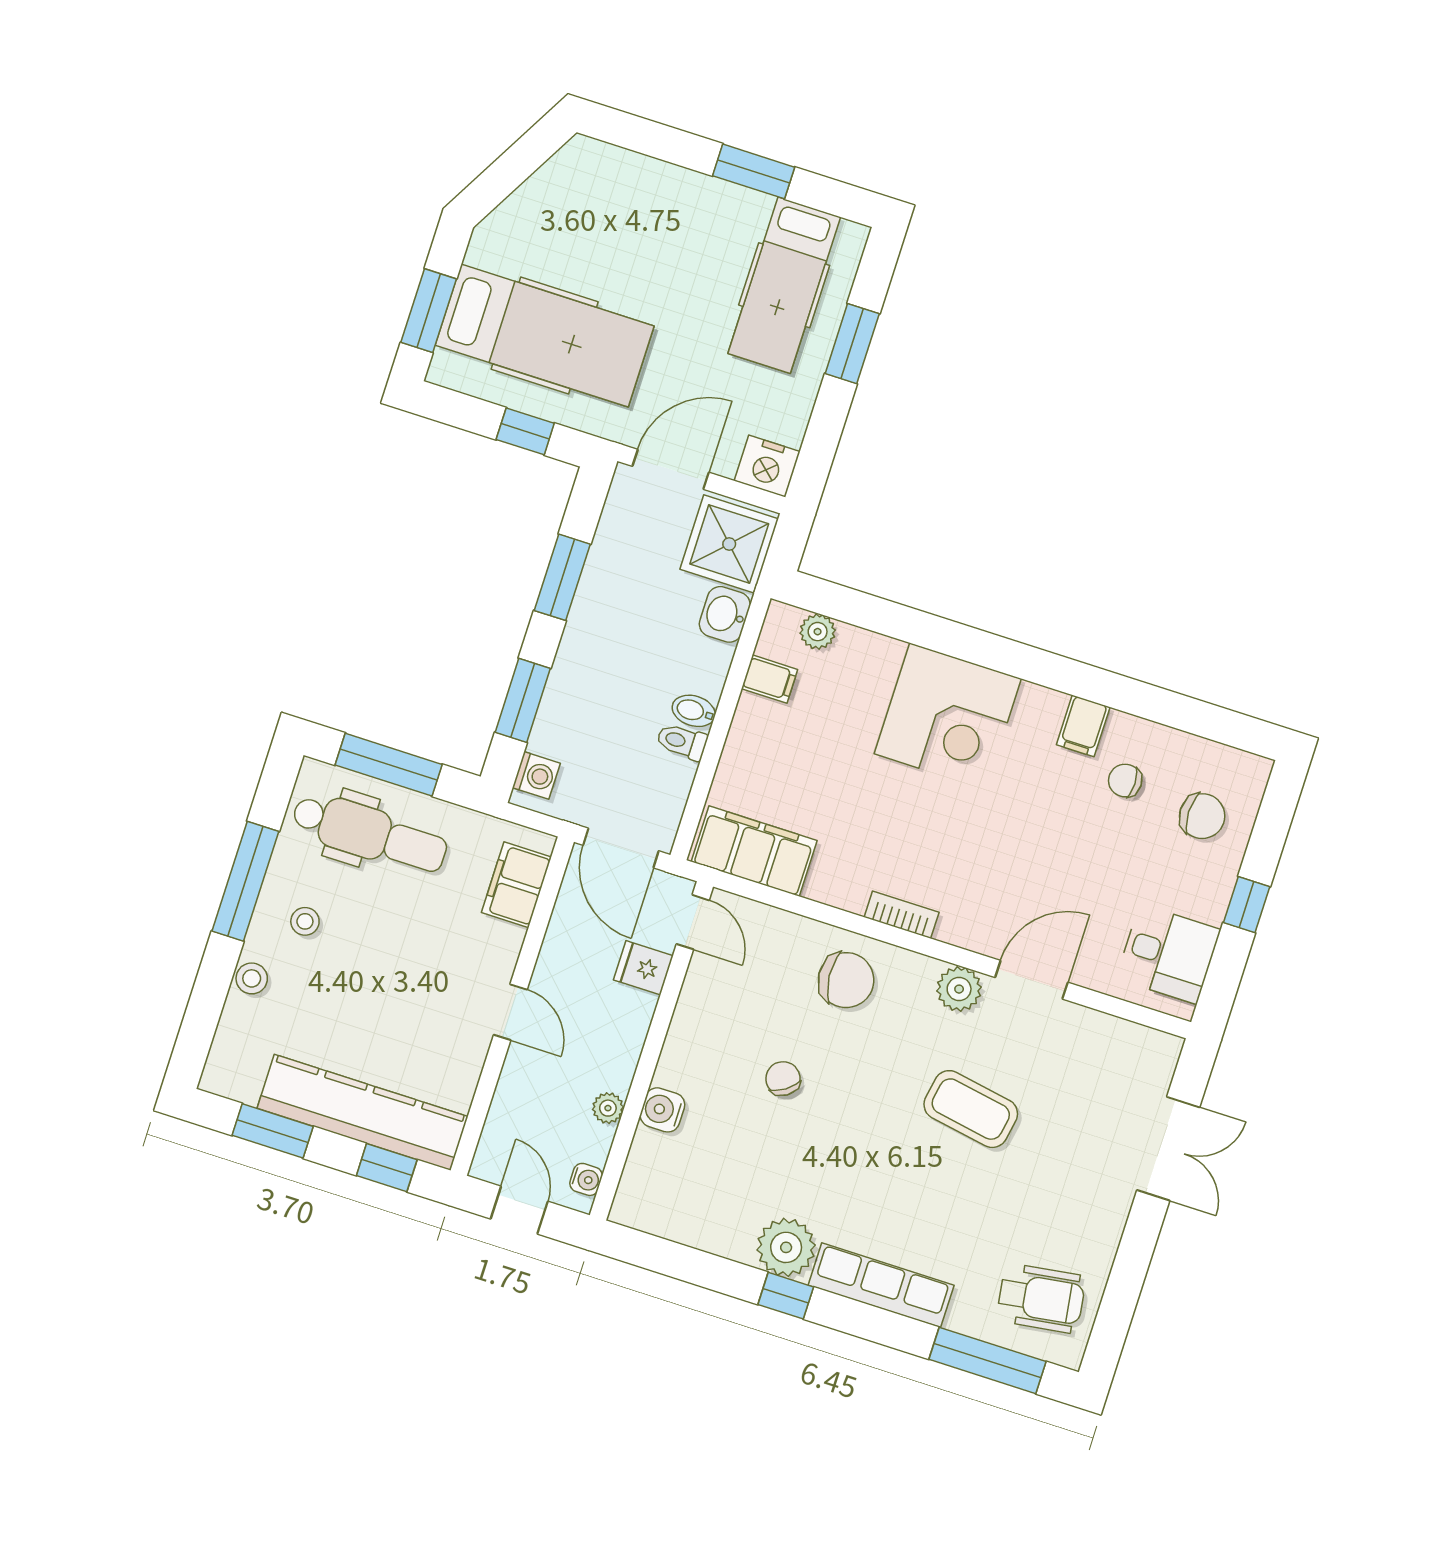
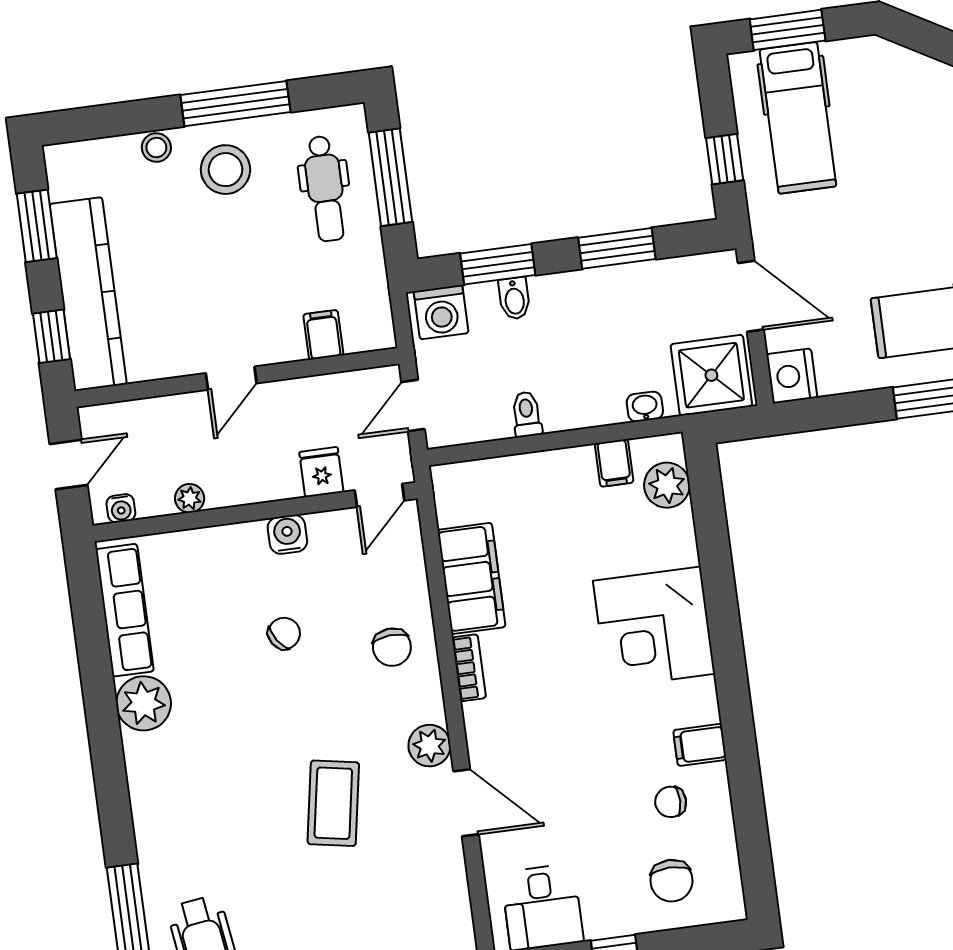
hospital bed: (545, 336) -> (798, 118), width x0.73, depth x0.78
washbasin: (725, 614) -> (645, 407), width x0.72, depth x0.69
plant: (818, 632) -> (667, 485), width x1.38, depth x1.38
bidet: (694, 711) -> (514, 298), moved, turned 180
washing machine: (536, 775) -> (441, 312), width x1.38, depth x1.38
chair: (1125, 781) -> (671, 802), turned -90
dental chair: (370, 833) -> (325, 189), width x0.73, depth x0.72
door: (621, 848) -> (413, 405), width x0.73
filing cabinet: (754, 851) -> (472, 578), moved
filing cabinet: (516, 885) -> (323, 335), width x0.50
stool: (305, 921) -> (225, 170), width x1.89, depth x1.89
chair: (846, 980) -> (392, 647), width x0.73, depth x0.73
water cooler: (662, 1110) -> (287, 534), moved
row of seats: (881, 1285) -> (125, 610), moved
window: (786, 1296) -> (103, 722), removed

